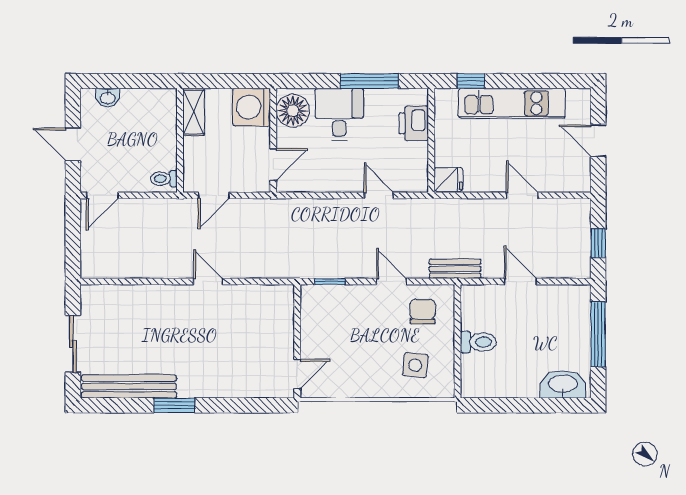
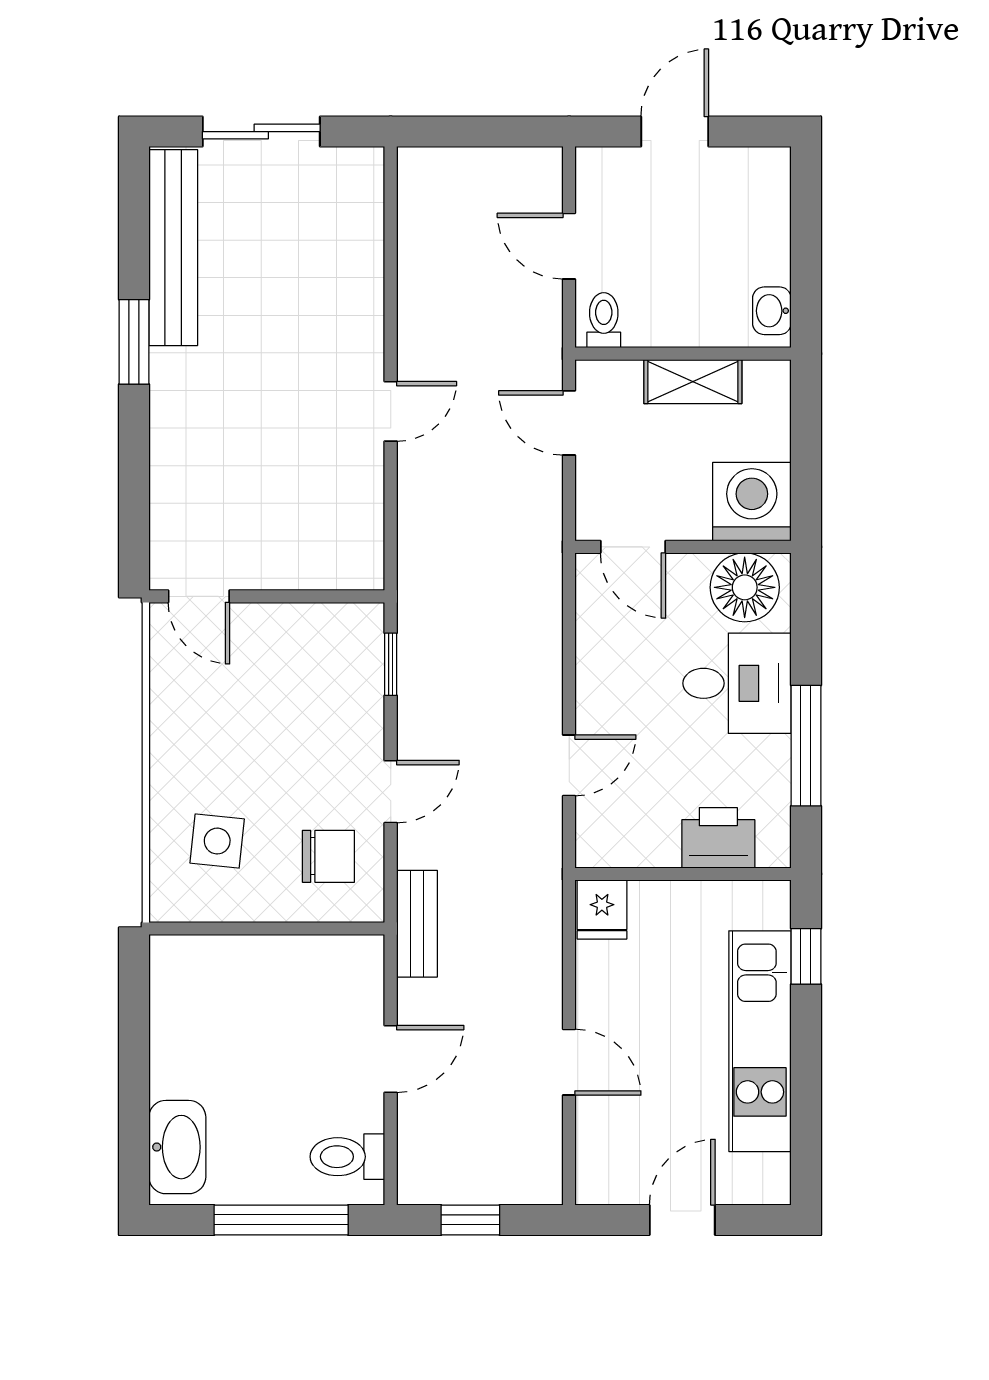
washbasin: (108, 98) -> (772, 311), moved
shelving: (194, 112) -> (693, 382), moved
door: (102, 195) -> (569, 246), moved
door: (522, 195) -> (569, 1062), hinge flipped
toilet: (478, 342) -> (347, 1157), moved, turned 90

